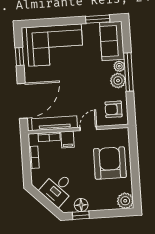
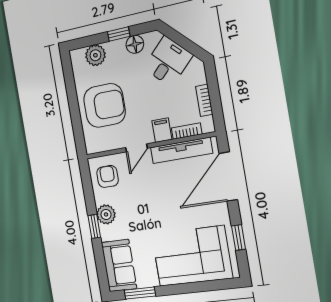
plant: (119, 66) -> (106, 233), removed
window: (129, 72) -> (94, 226), width x0.46
armchair: (113, 109) -> (108, 177), turned -90
armchair: (110, 163) -> (104, 105), turned -90
plant: (125, 201) -> (95, 55), moved
window: (81, 215) -> (119, 34), moved

